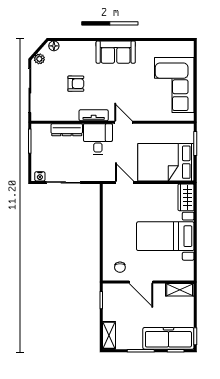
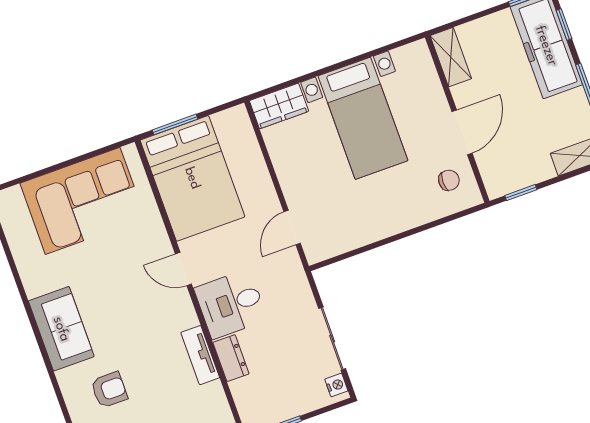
armchair: (76, 84) -> (109, 390), moved, turned 90
tv unit: (94, 115) -> (200, 355), moved
door: (123, 122) -> (183, 269), hinge flipped
dresser: (67, 130) -> (231, 358), width x0.70
bed: (166, 162) -> (192, 178), moved

